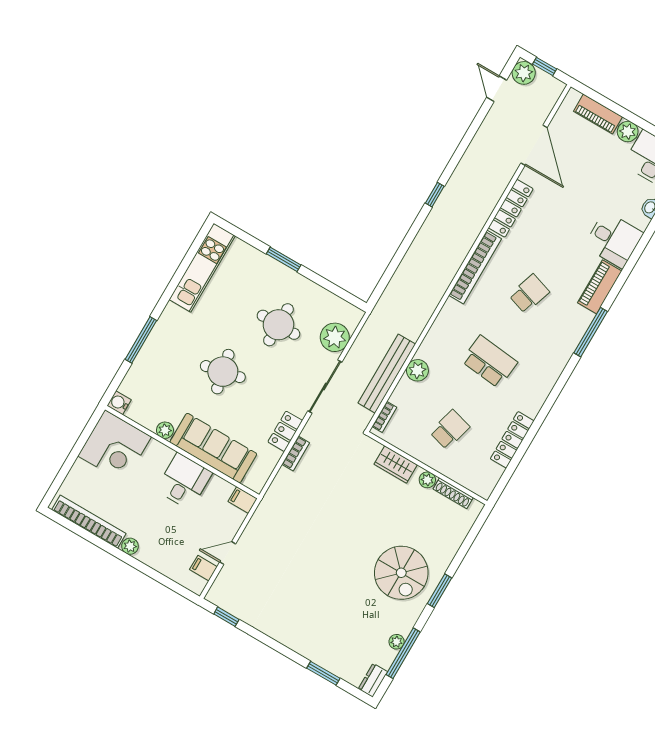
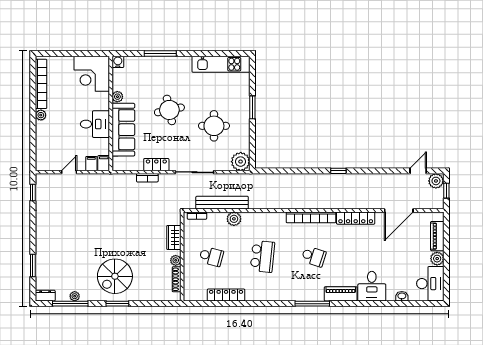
plant: (335, 337) -> (241, 162), moved
door: (228, 553) -> (69, 172), hinge flipped
filing cabinet: (203, 568) -> (91, 164), moved

